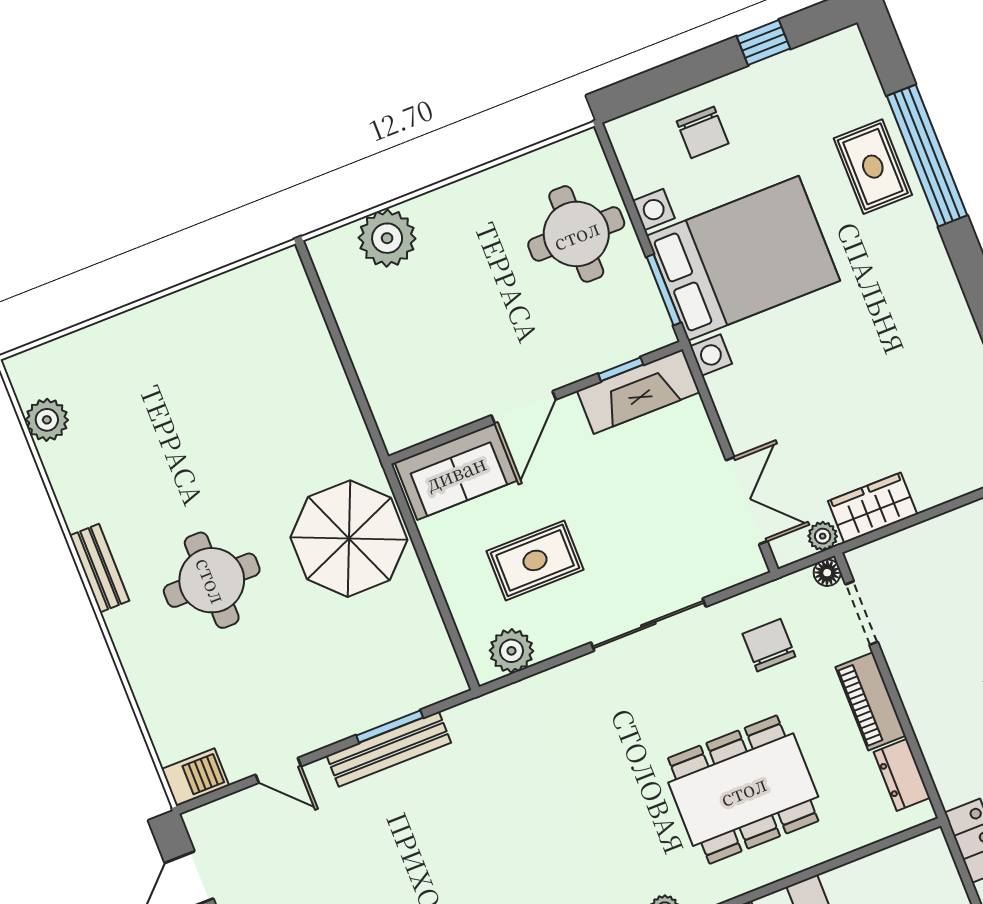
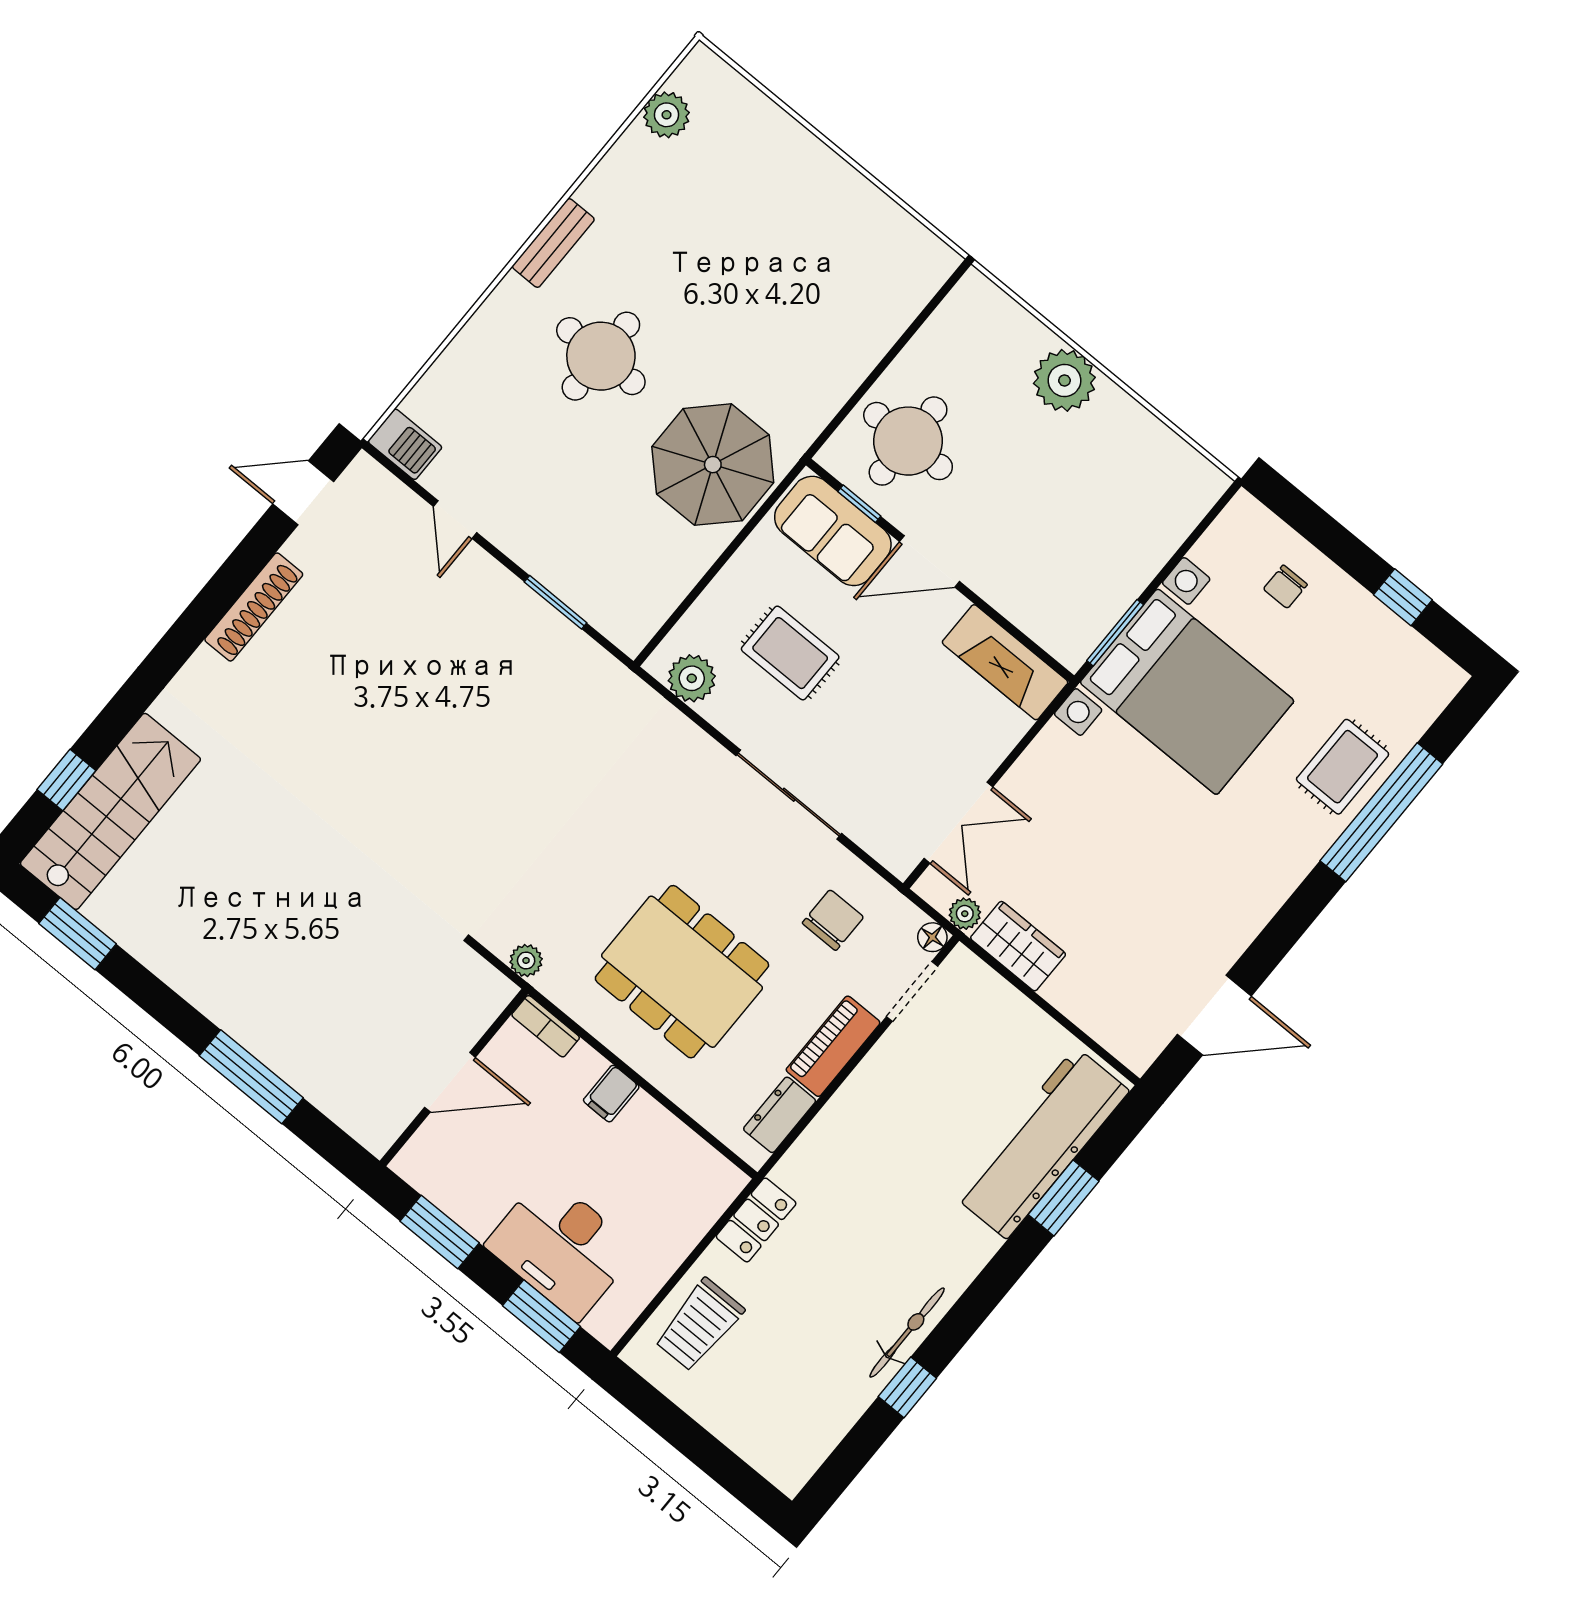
chair: (703, 132) -> (1285, 587), width x0.73, depth x0.73
round table: (576, 234) -> (908, 441), moved
plant: (387, 238) -> (1064, 380), moved
window: (621, 369) -> (859, 504), moved
bench: (389, 749) -> (534, 613), removed

